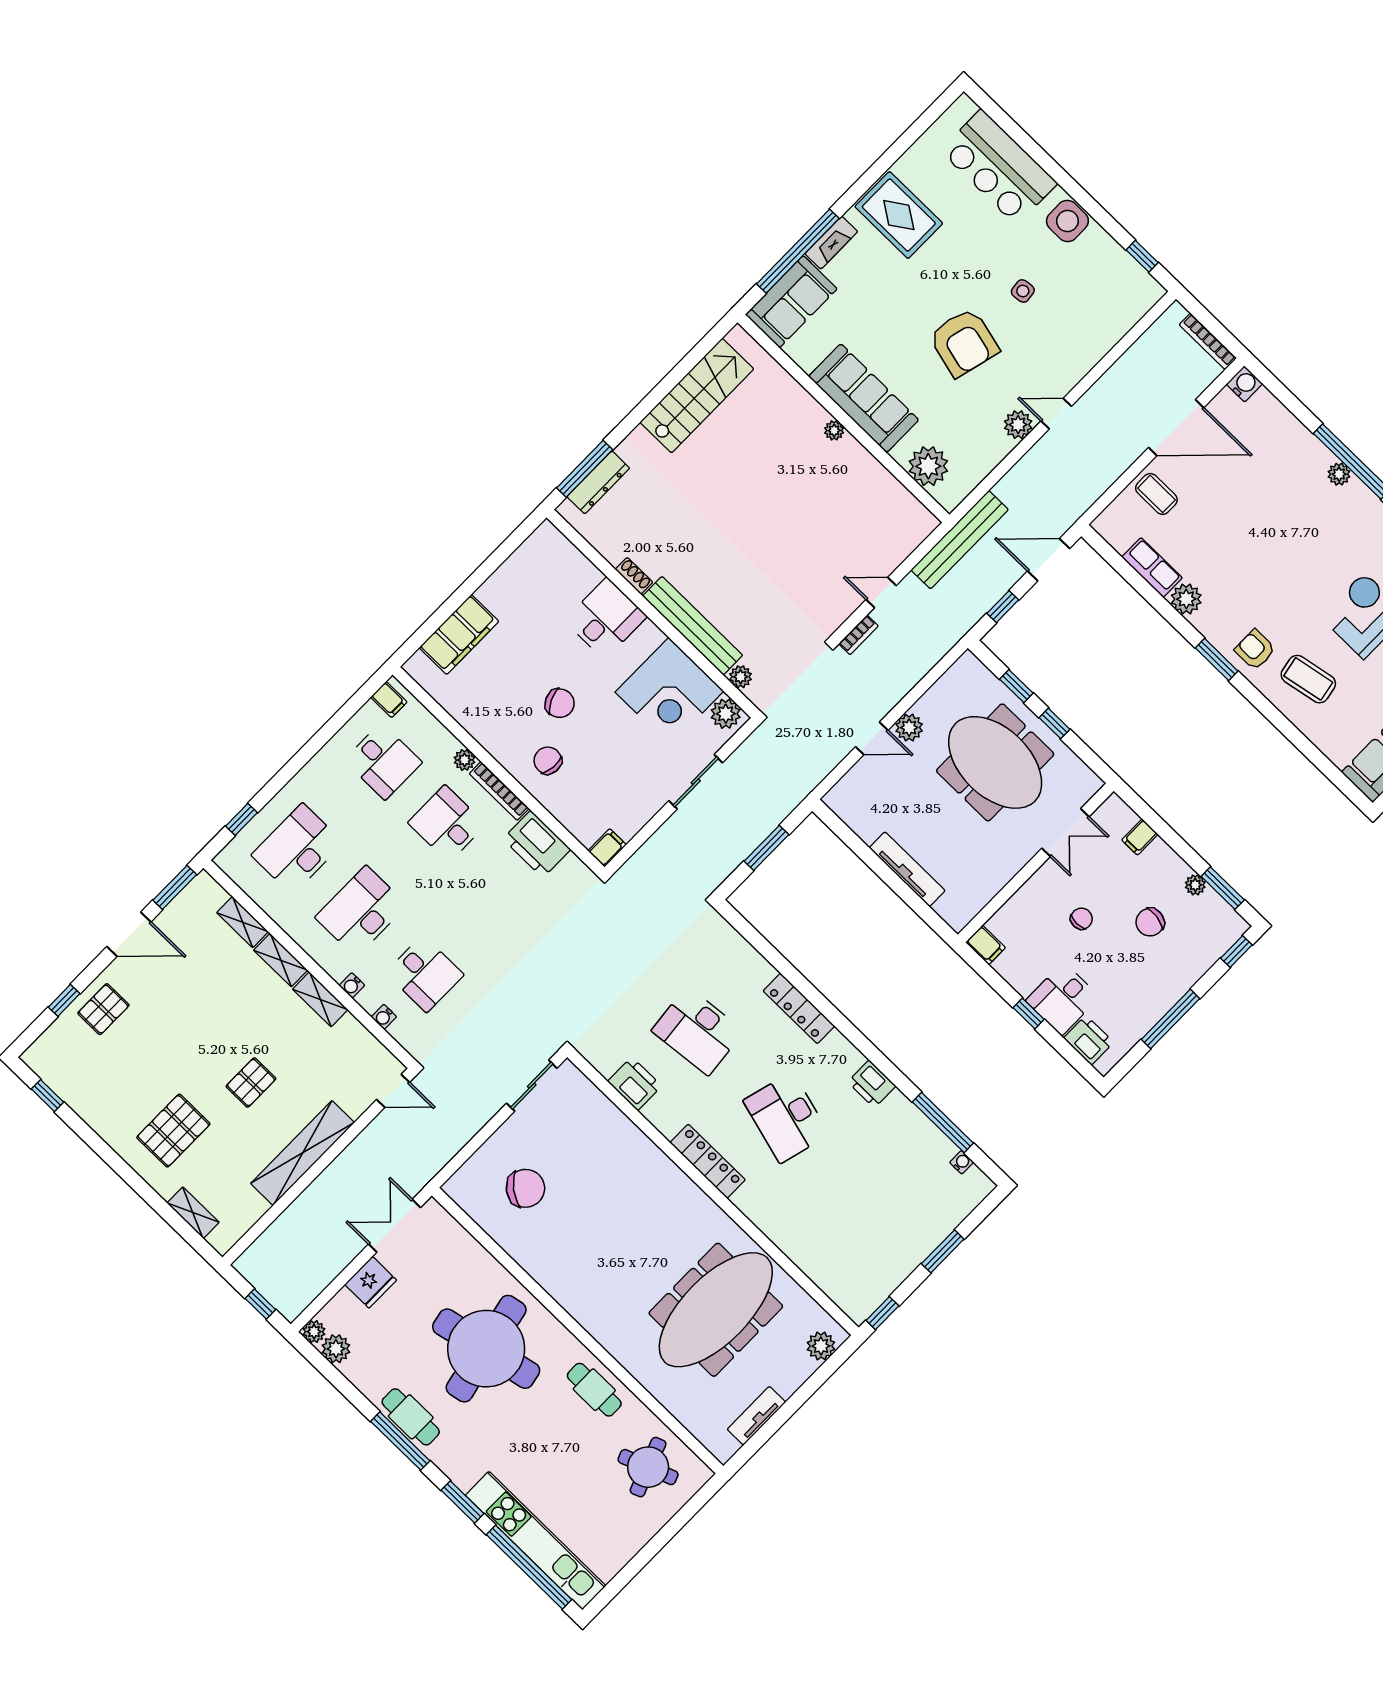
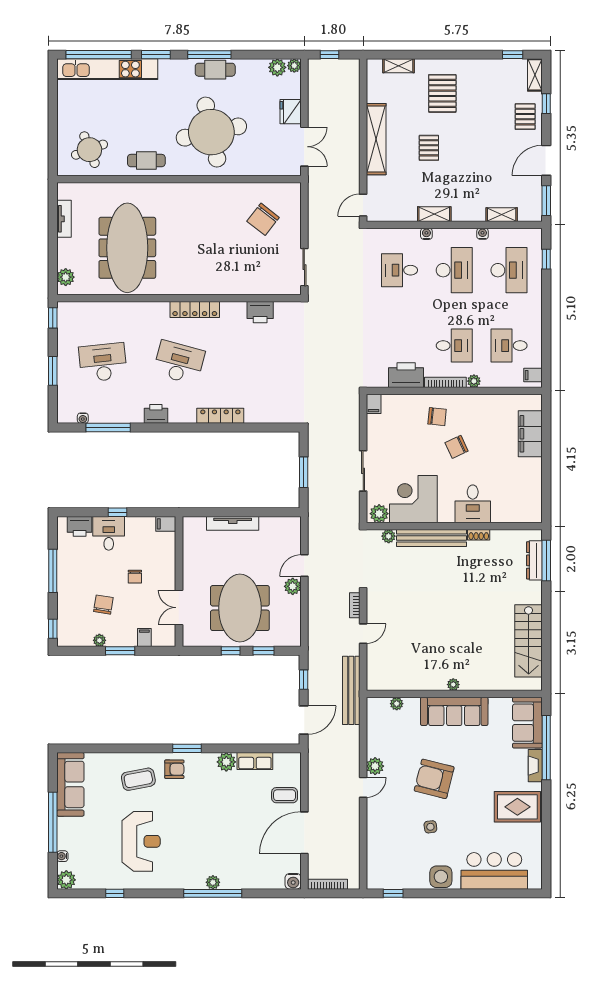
plant: (928, 466) -> (397, 704), width x0.53, depth x0.53
meeting table: (995, 762) -> (240, 608), turned 90
window: (1223, 888) -> (120, 651), moved
shelving: (281, 960) -> (535, 75), moved, turned 90
water cooler: (384, 1017) -> (483, 234), moved
desk: (698, 1031) -> (103, 362), moved

